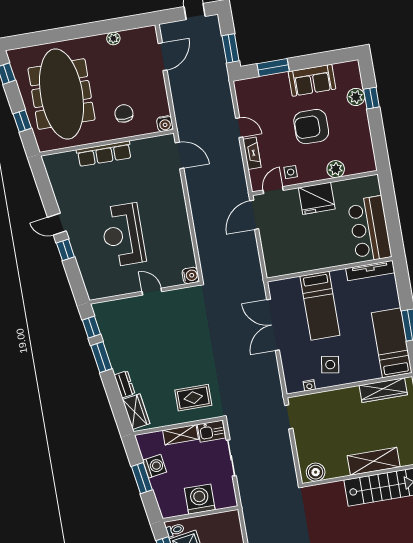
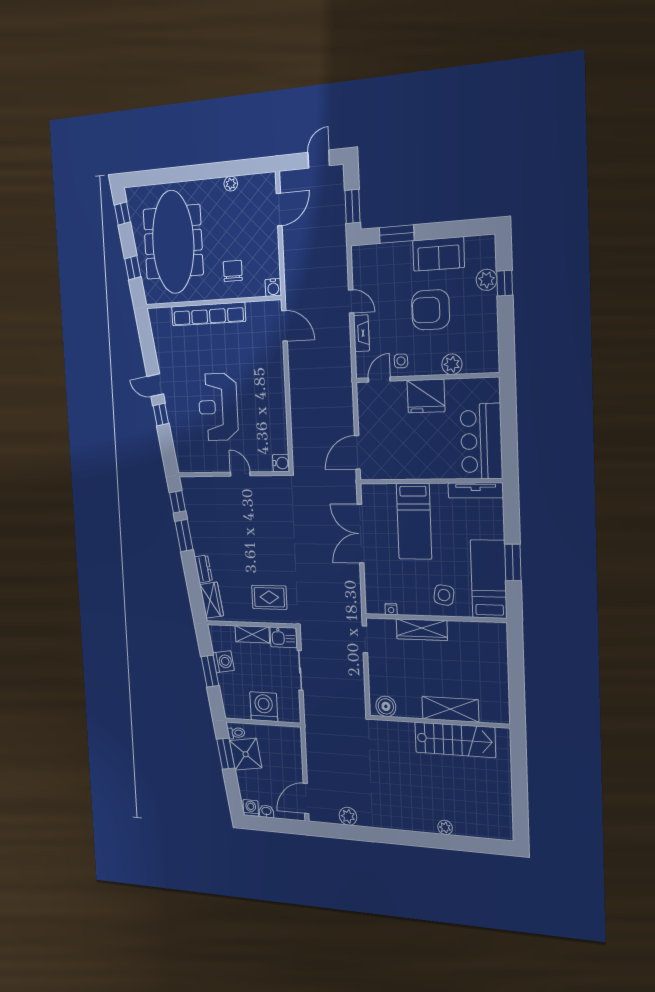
row of seats: (104, 154) -> (208, 314), width x1.36
door: (254, 215) -> (357, 452), moved
side table: (330, 365) -> (444, 595), moved
wardrobe: (383, 390) -> (422, 630), moved

